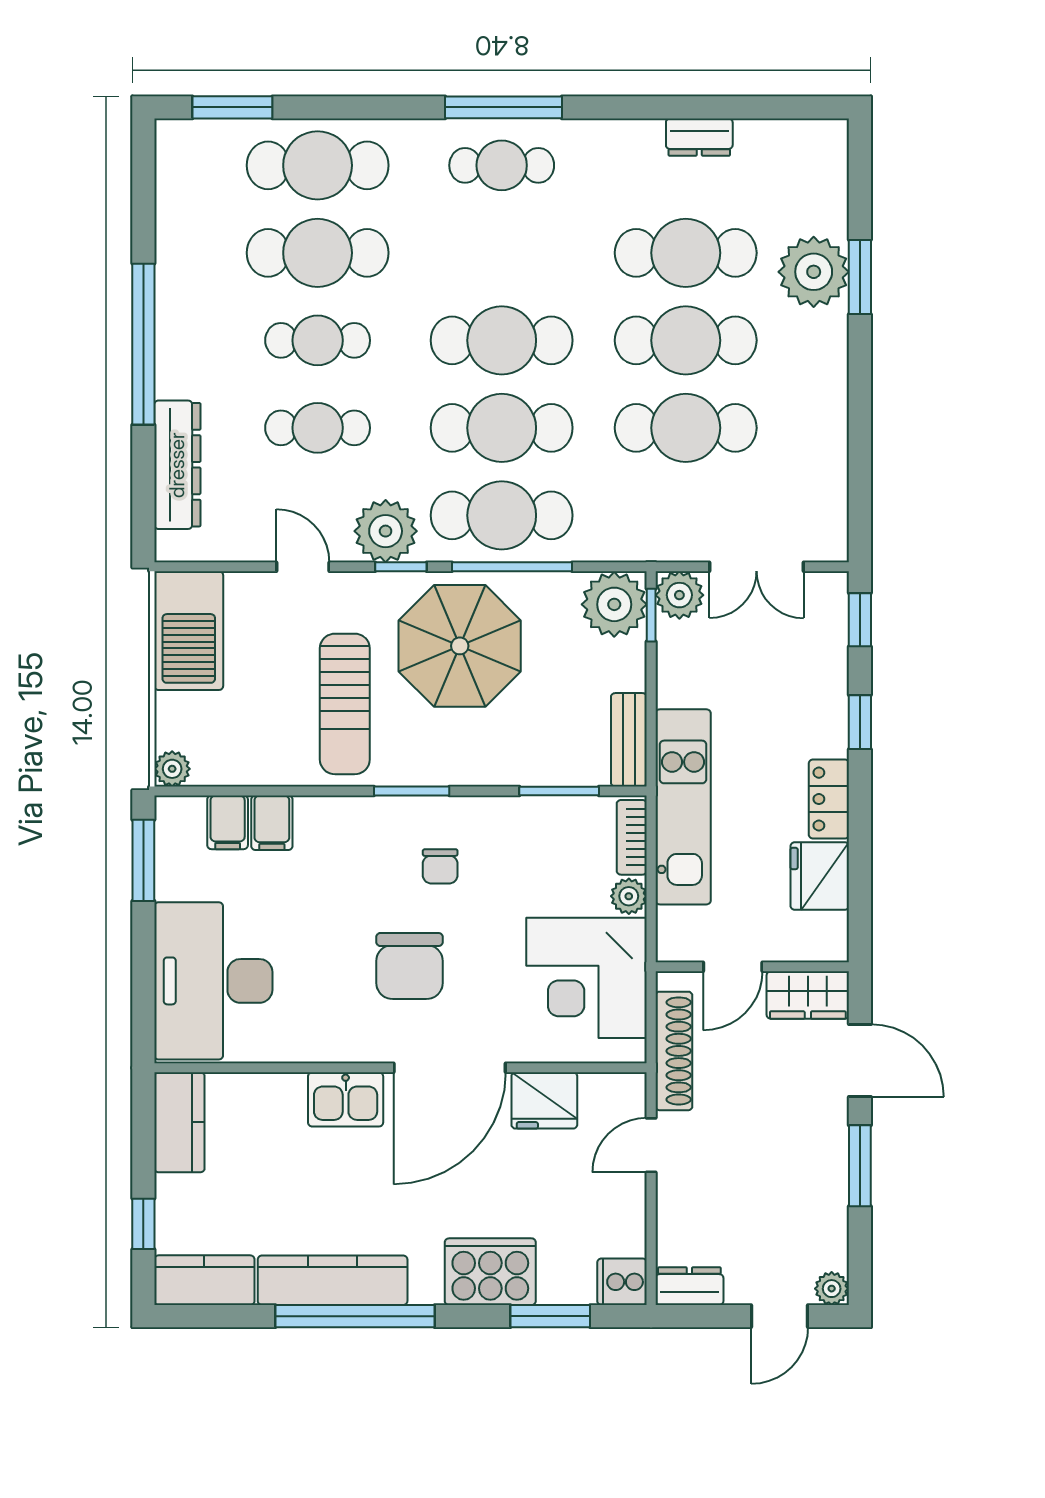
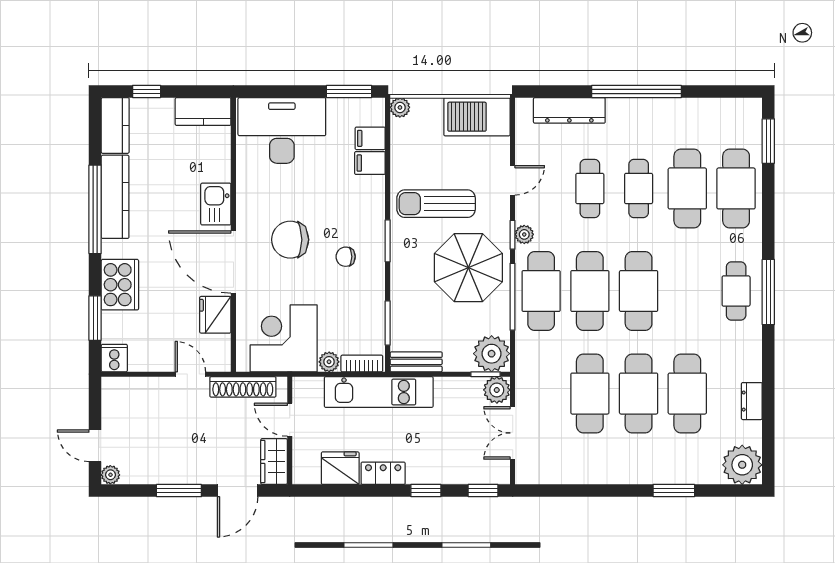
plant: (814, 272) -> (742, 465), moved
plant: (386, 531) -> (524, 234), width x0.53, depth x0.53
dresser: (689, 1286) -> (112, 396), removed

